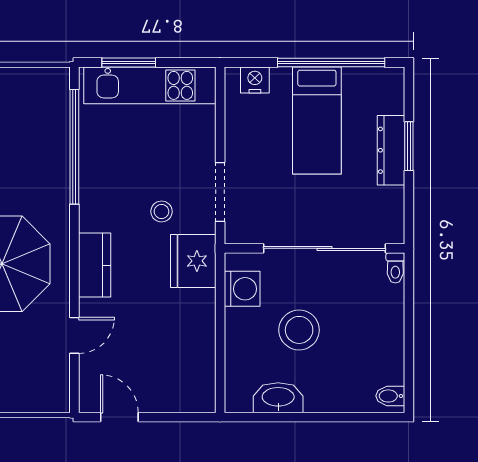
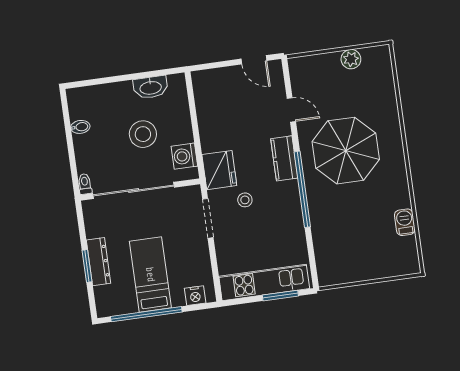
window: (74, 147) -> (302, 189), moved
door: (74, 335) -> (291, 110), swing flipped
bidet: (390, 396) -> (80, 127), moved

